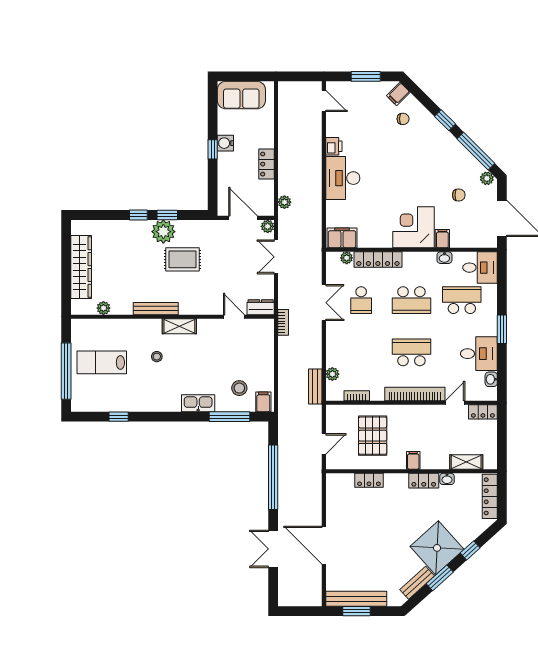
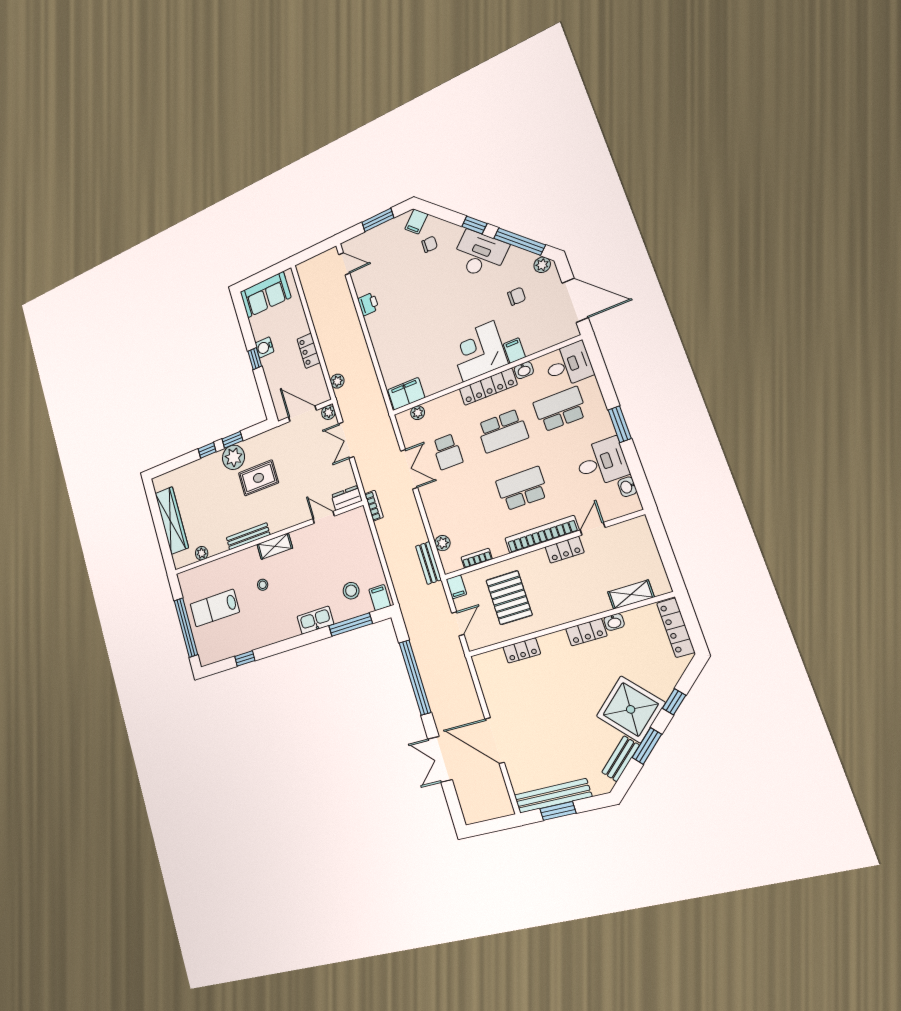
desk: (343, 178) -> (480, 255), moved, turned 135
locker: (378, 260) -> (488, 387), moved
locker: (483, 412) -> (565, 550), moved
filing cabinet: (413, 460) -> (456, 587), moved, turned 180

